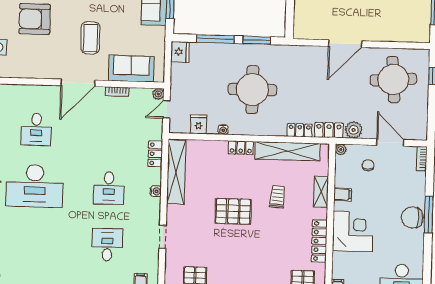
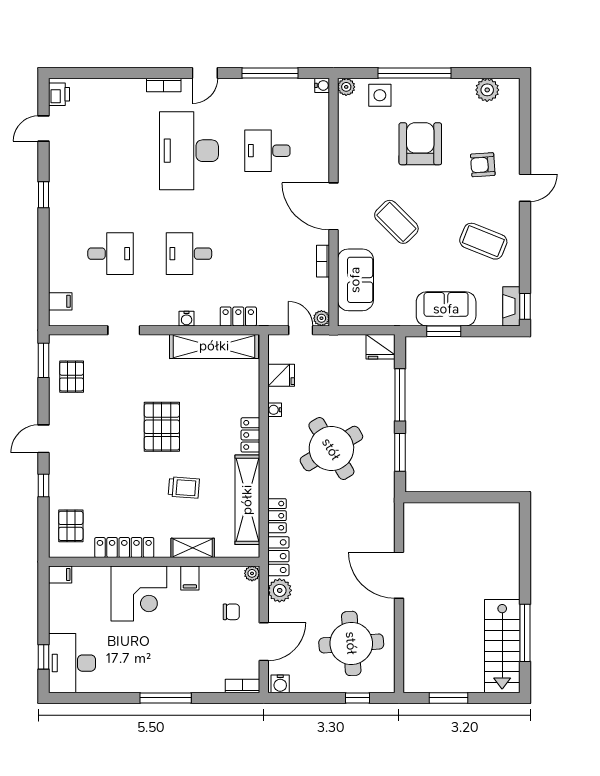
coffee table: (90, 38) -> (396, 222), turned 45
round table: (252, 90) -> (331, 449), turned -31
water cooler: (421, 132) -> (280, 684), added
chair: (412, 218) -> (161, 675), removed

